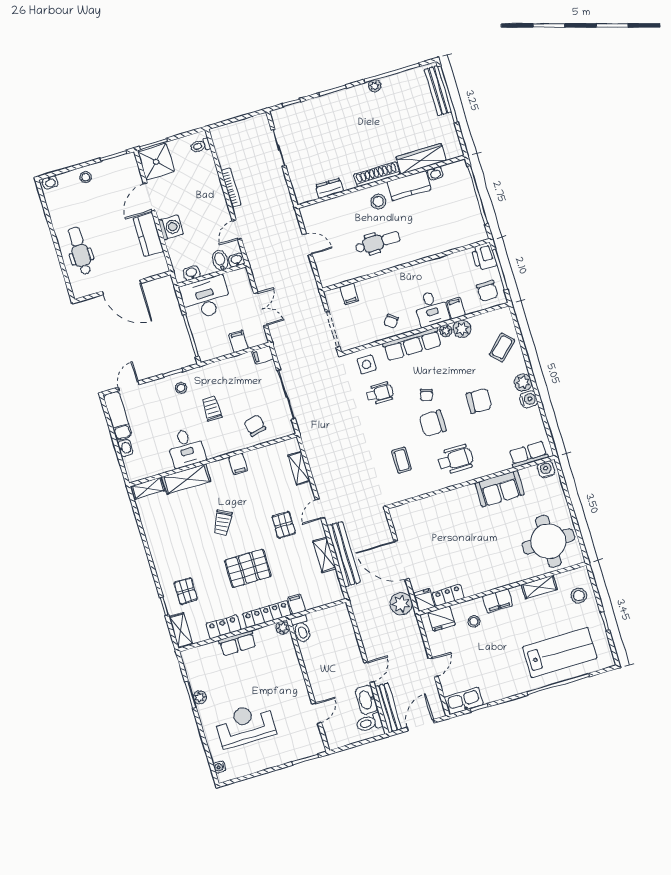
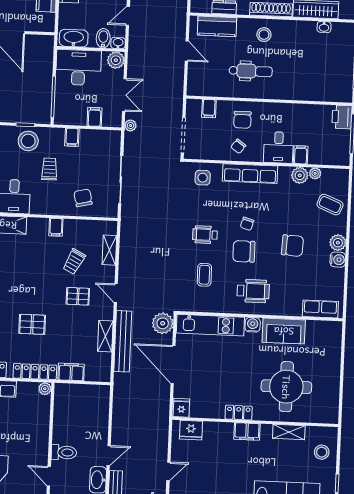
kitchen counter: (409, 186) -> (217, 26), moved
washbasin: (192, 273) -> (74, 38), width x1.91, depth x1.45
plant: (240, 278) -> (116, 60), added
chair: (487, 291) -> (242, 120), moved
plant: (446, 331) -> (315, 173), moved
plant: (277, 337) -> (130, 125), added
coffee table: (502, 347) -> (330, 205), turned 66
filing cabinet: (263, 355) -> (72, 137), moved, turned -90
stool: (181, 388) -> (28, 141), width x1.89, depth x1.89
wheelchair: (380, 393) -> (205, 235), moved, turned 180
water cooler: (546, 469) -> (253, 325), moved
kitchen unit: (425, 508) -> (210, 325), added
door: (320, 509) -> (116, 293), hinge flipped
trolley: (223, 523) -> (74, 262), moved
pallet: (284, 525) -> (78, 296), turned 90
round table: (548, 541) -> (286, 387), moved
pallet: (248, 568) -> (32, 324), width x0.67, depth x0.71
locker: (448, 595) -> (239, 413), moved
filing cabinet: (296, 604) -> (71, 372), width x2.00
plant: (401, 604) -> (163, 323), moved
stool: (474, 621) -> (219, 443), removed
toilet: (301, 629) -> (64, 452), moved, turned -90
door: (317, 713) -> (49, 476), swing flipped

